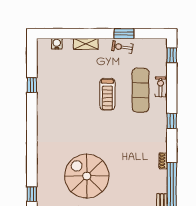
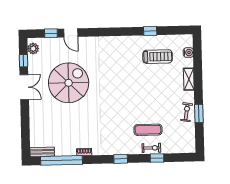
window: (172, 55) -> (157, 158), moved
exercise mat: (140, 90) -> (148, 130), width x0.73, depth x0.69
treadmill: (107, 94) -> (158, 57), moved, turned 180
door: (32, 172) -> (71, 33), added

